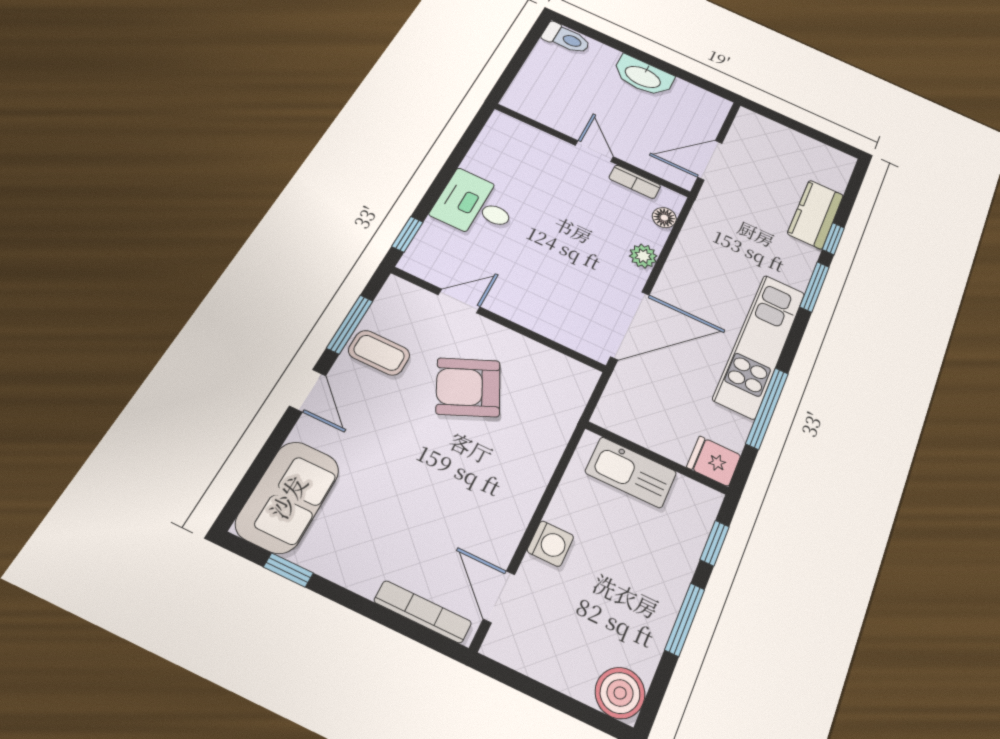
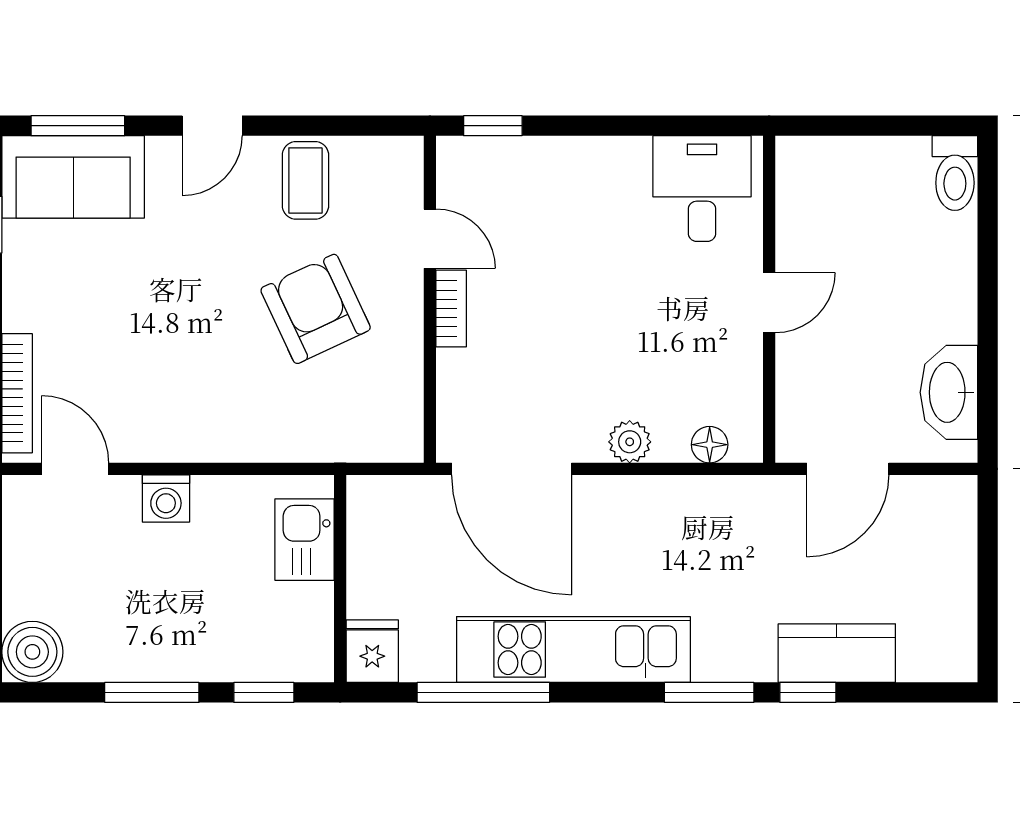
washbasin: (643, 76) -> (949, 392), moved
door: (710, 160) -> (848, 469), swing flipped
bookcase: (635, 182) -> (451, 309), moved, turned 180
desk: (475, 206) -> (702, 189), moved
window: (350, 324) -> (78, 126), moved
kitchen sink: (631, 472) -> (305, 540), width x0.73
door: (499, 597) -> (75, 469), hinge flipped

